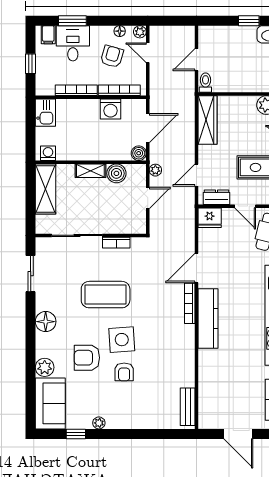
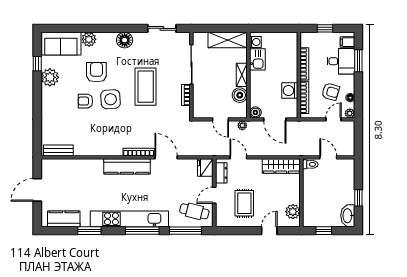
kitchen sink: (45, 113) -> (257, 59), moved, turned -90
plant: (99, 423) -> (50, 77), width x1.88, depth x1.88

